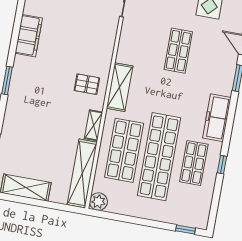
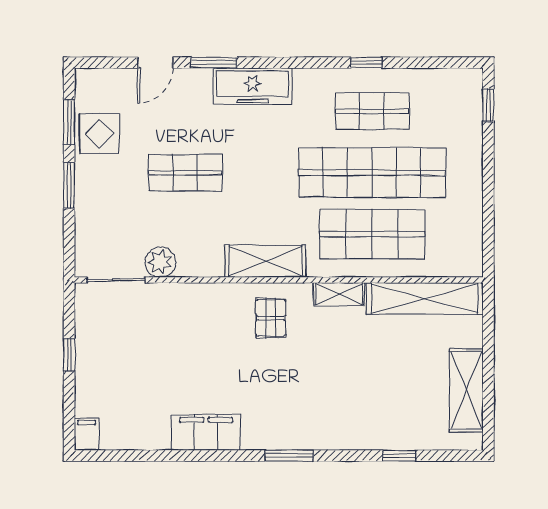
freezer: (217, 118) -> (253, 86), moved
plant: (98, 202) -> (160, 262), moved

